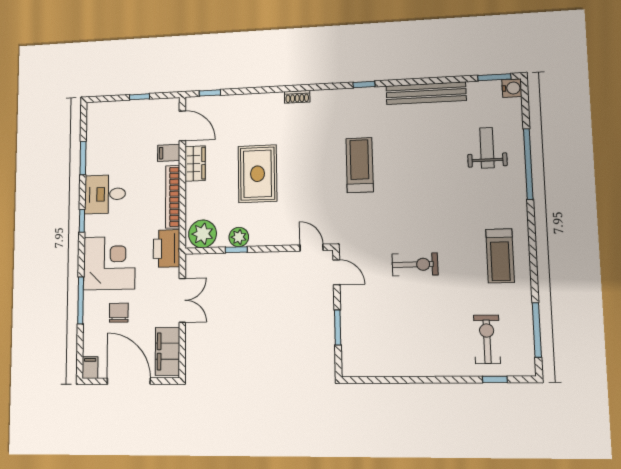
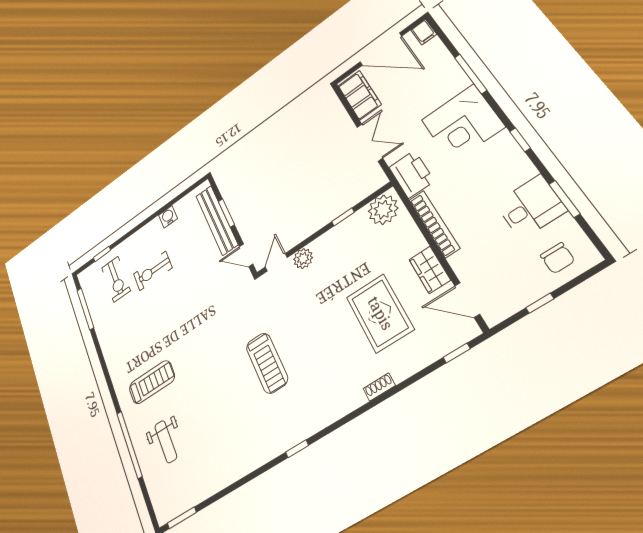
water cooler: (512, 88) -> (168, 217), moved, turned 90
bench: (426, 93) -> (217, 220), moved, turned 90
shoe rack: (297, 97) -> (379, 387), moved
filing cabinet: (169, 153) -> (465, 263), removed
rug: (257, 174) -> (380, 313), moved
desk: (105, 194) -> (531, 207), moved
plant: (239, 237) -> (303, 258), moved
door: (312, 248) -> (276, 262), swing flipped
treadmill: (500, 256) -> (152, 382), moved, turned 90
exercise bike: (415, 264) -> (153, 271), moved
double door: (182, 300) -> (370, 142), swing flipped
chair: (119, 313) -> (558, 258), moved

